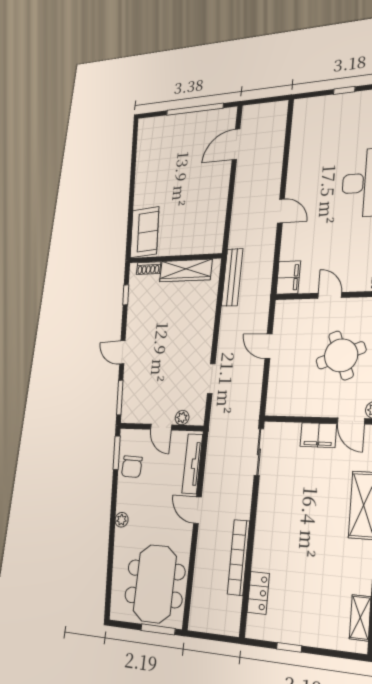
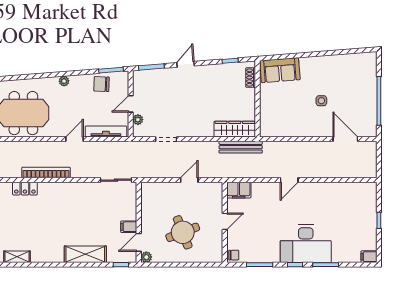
side table: (186, 178) -> (321, 101), added
wardrobe: (186, 270) -> (235, 129), moved, turned 90
filing cabinet: (318, 435) -> (129, 227), width x0.50

